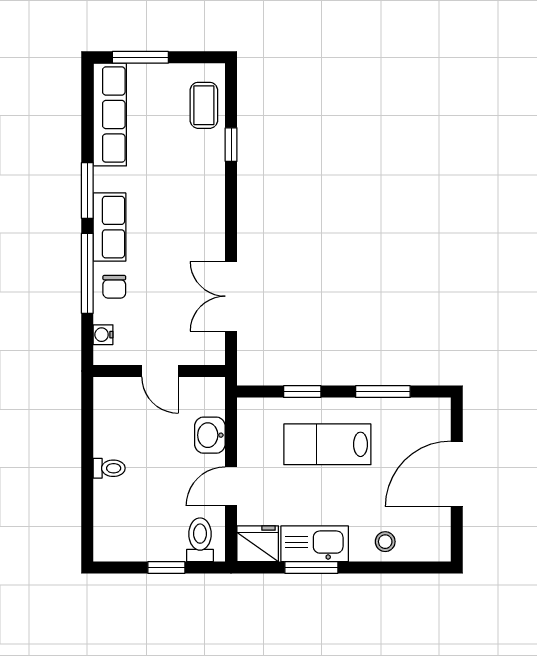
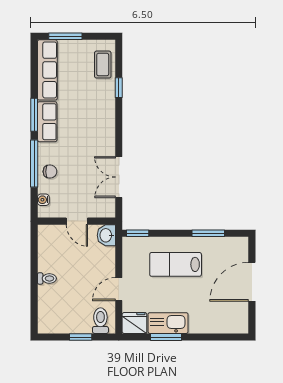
row of seats: (110, 227) -> (47, 122), moved
chair: (114, 287) -> (50, 172), turned -90
window: (302, 392) -> (138, 233), moved
washbasin: (210, 435) -> (106, 235), moved
stool: (385, 542) -> (210, 322), removed

